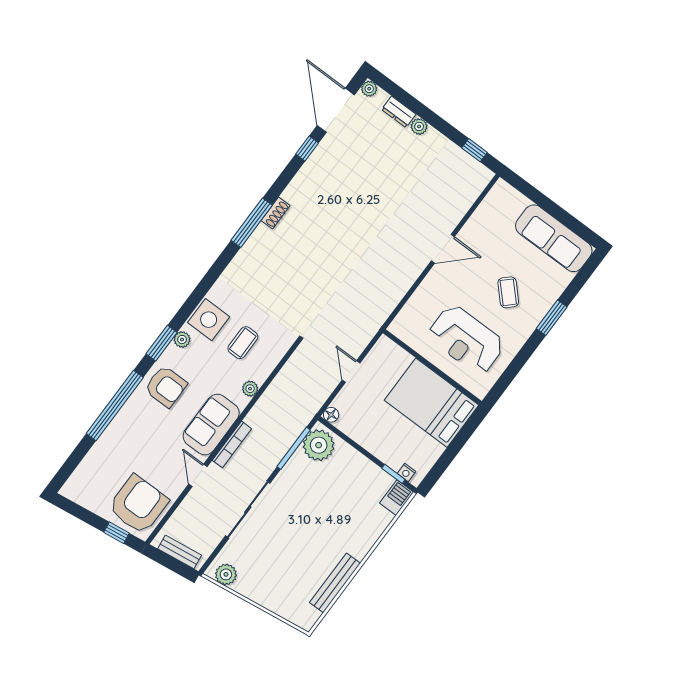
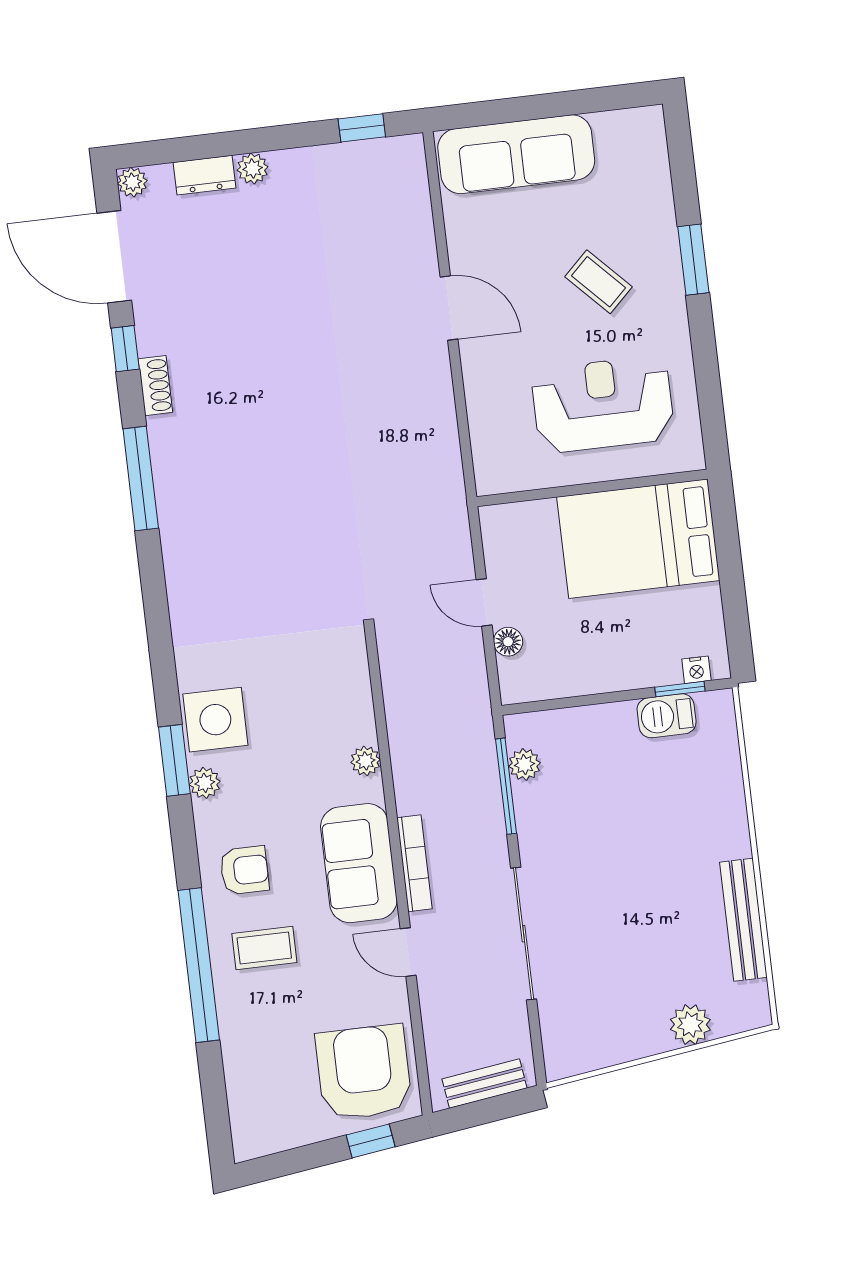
shoe rack: (275, 213) -> (155, 386), moved
window: (252, 223) -> (141, 479), moved
sofa: (554, 238) -> (516, 154), moved
door: (443, 249) -> (449, 308), hinge flipped
reception desk: (466, 340) -> (603, 404), turned 180
window: (162, 343) -> (174, 760), moved
coffee table: (243, 343) -> (264, 948), moved, turned 90
armchair: (166, 386) -> (244, 870), width x0.72, depth x0.72
floor lamp: (331, 415) -> (508, 642), moved
plant: (319, 445) -> (524, 765), width x0.53, depth x0.53
barbecue: (397, 498) -> (667, 716), moved, turned -90
plant: (226, 574) -> (690, 1025), moved

